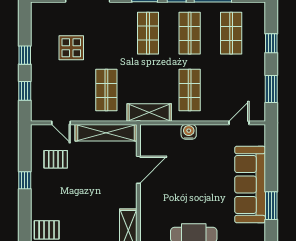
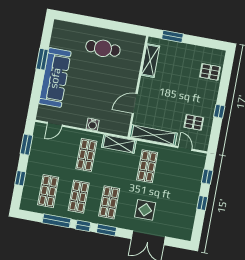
display table: (71, 48) -> (145, 210), moved

